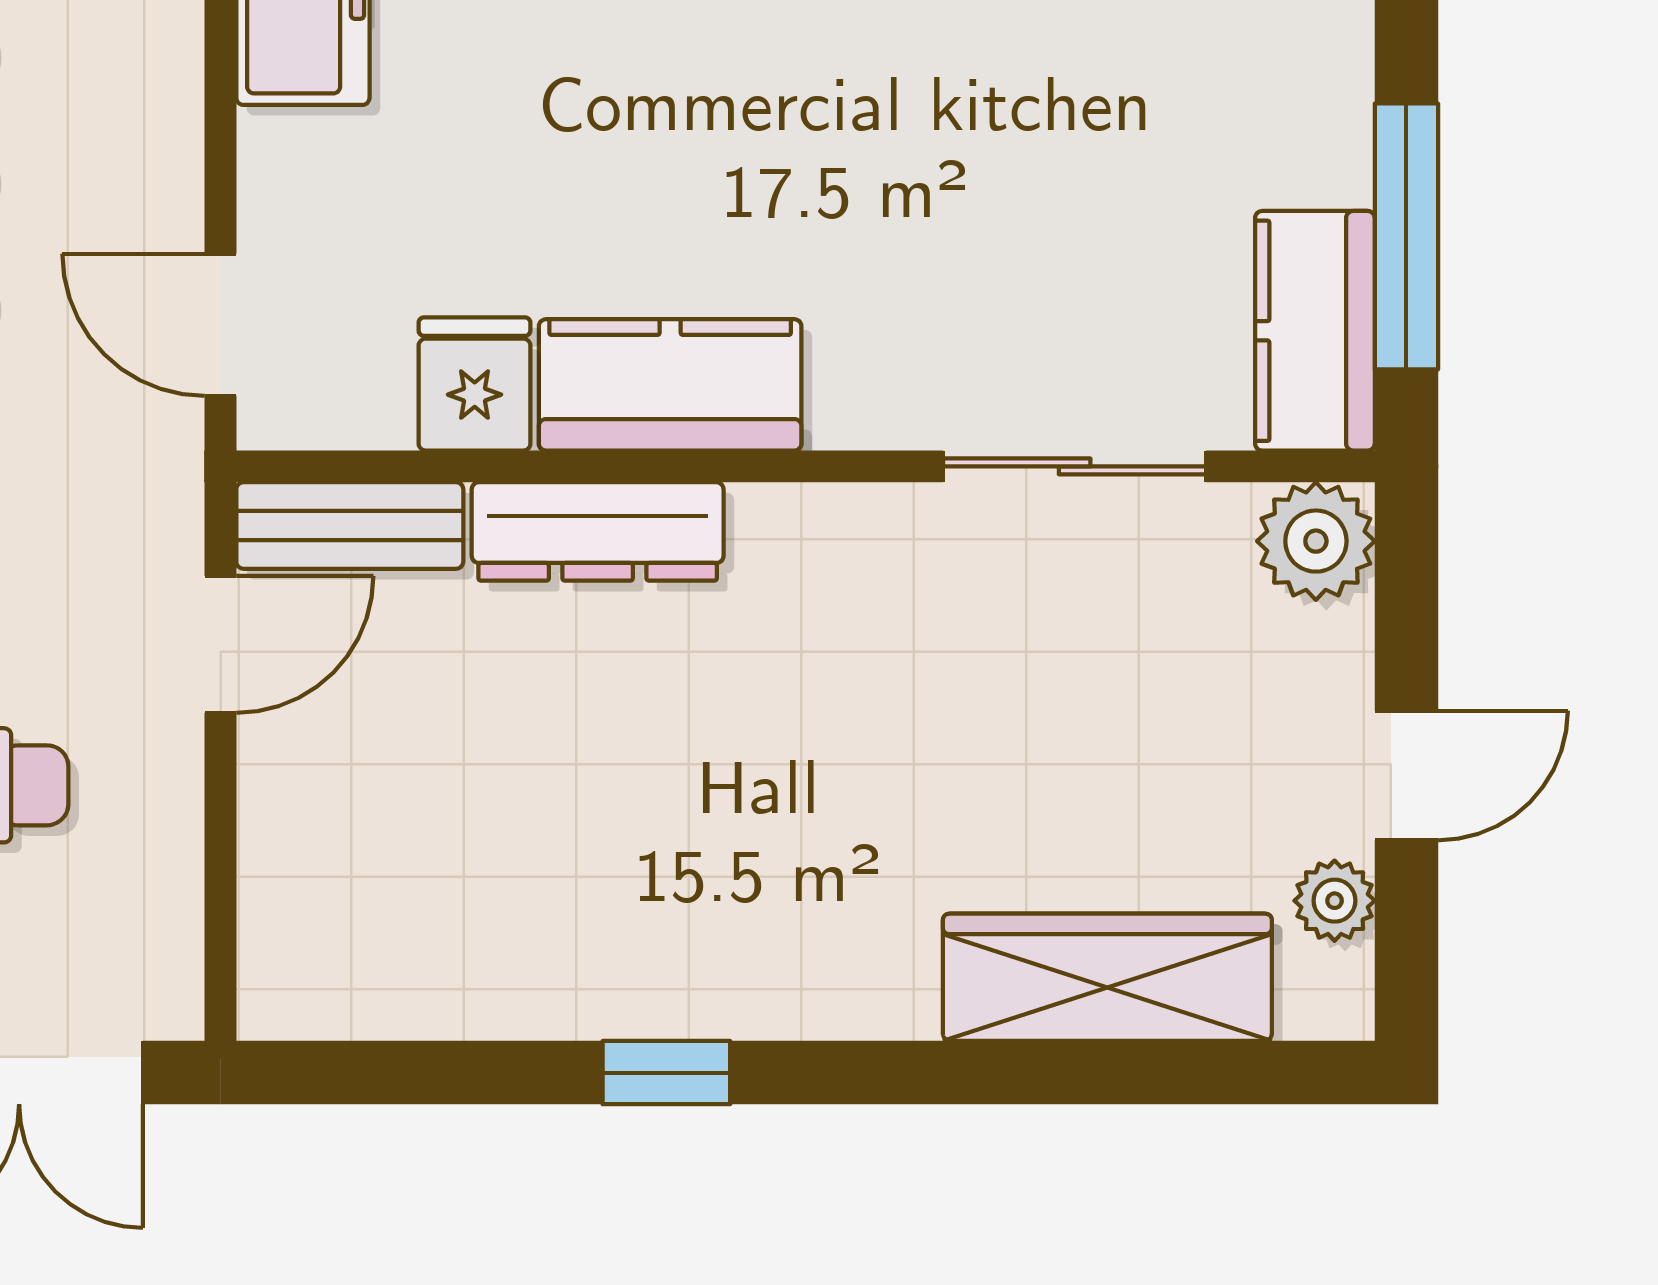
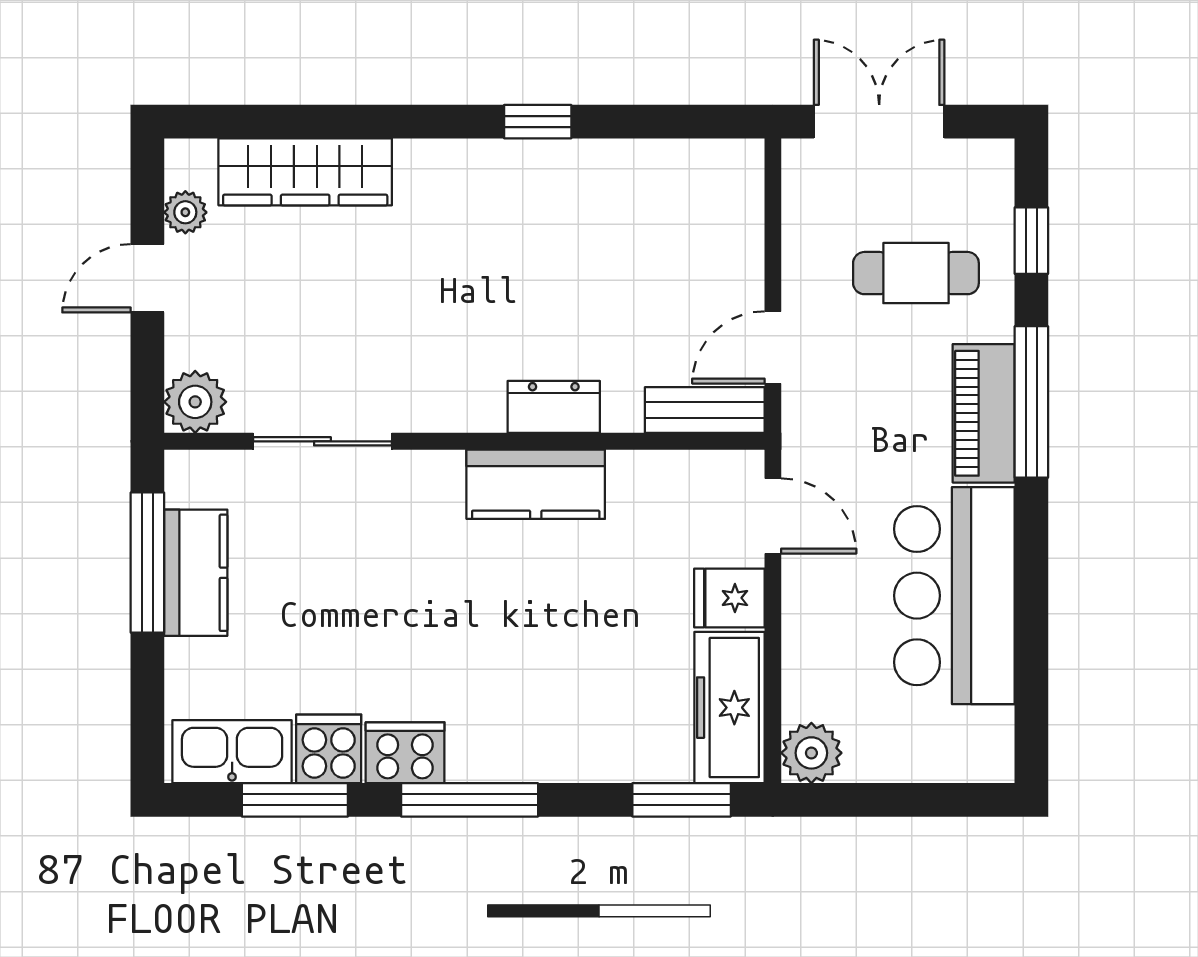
kitchen counter: (1315, 331) -> (196, 573), moved
fridge: (475, 384) -> (729, 598), moved, turned 90
dresser: (598, 531) -> (554, 407), width x0.70

